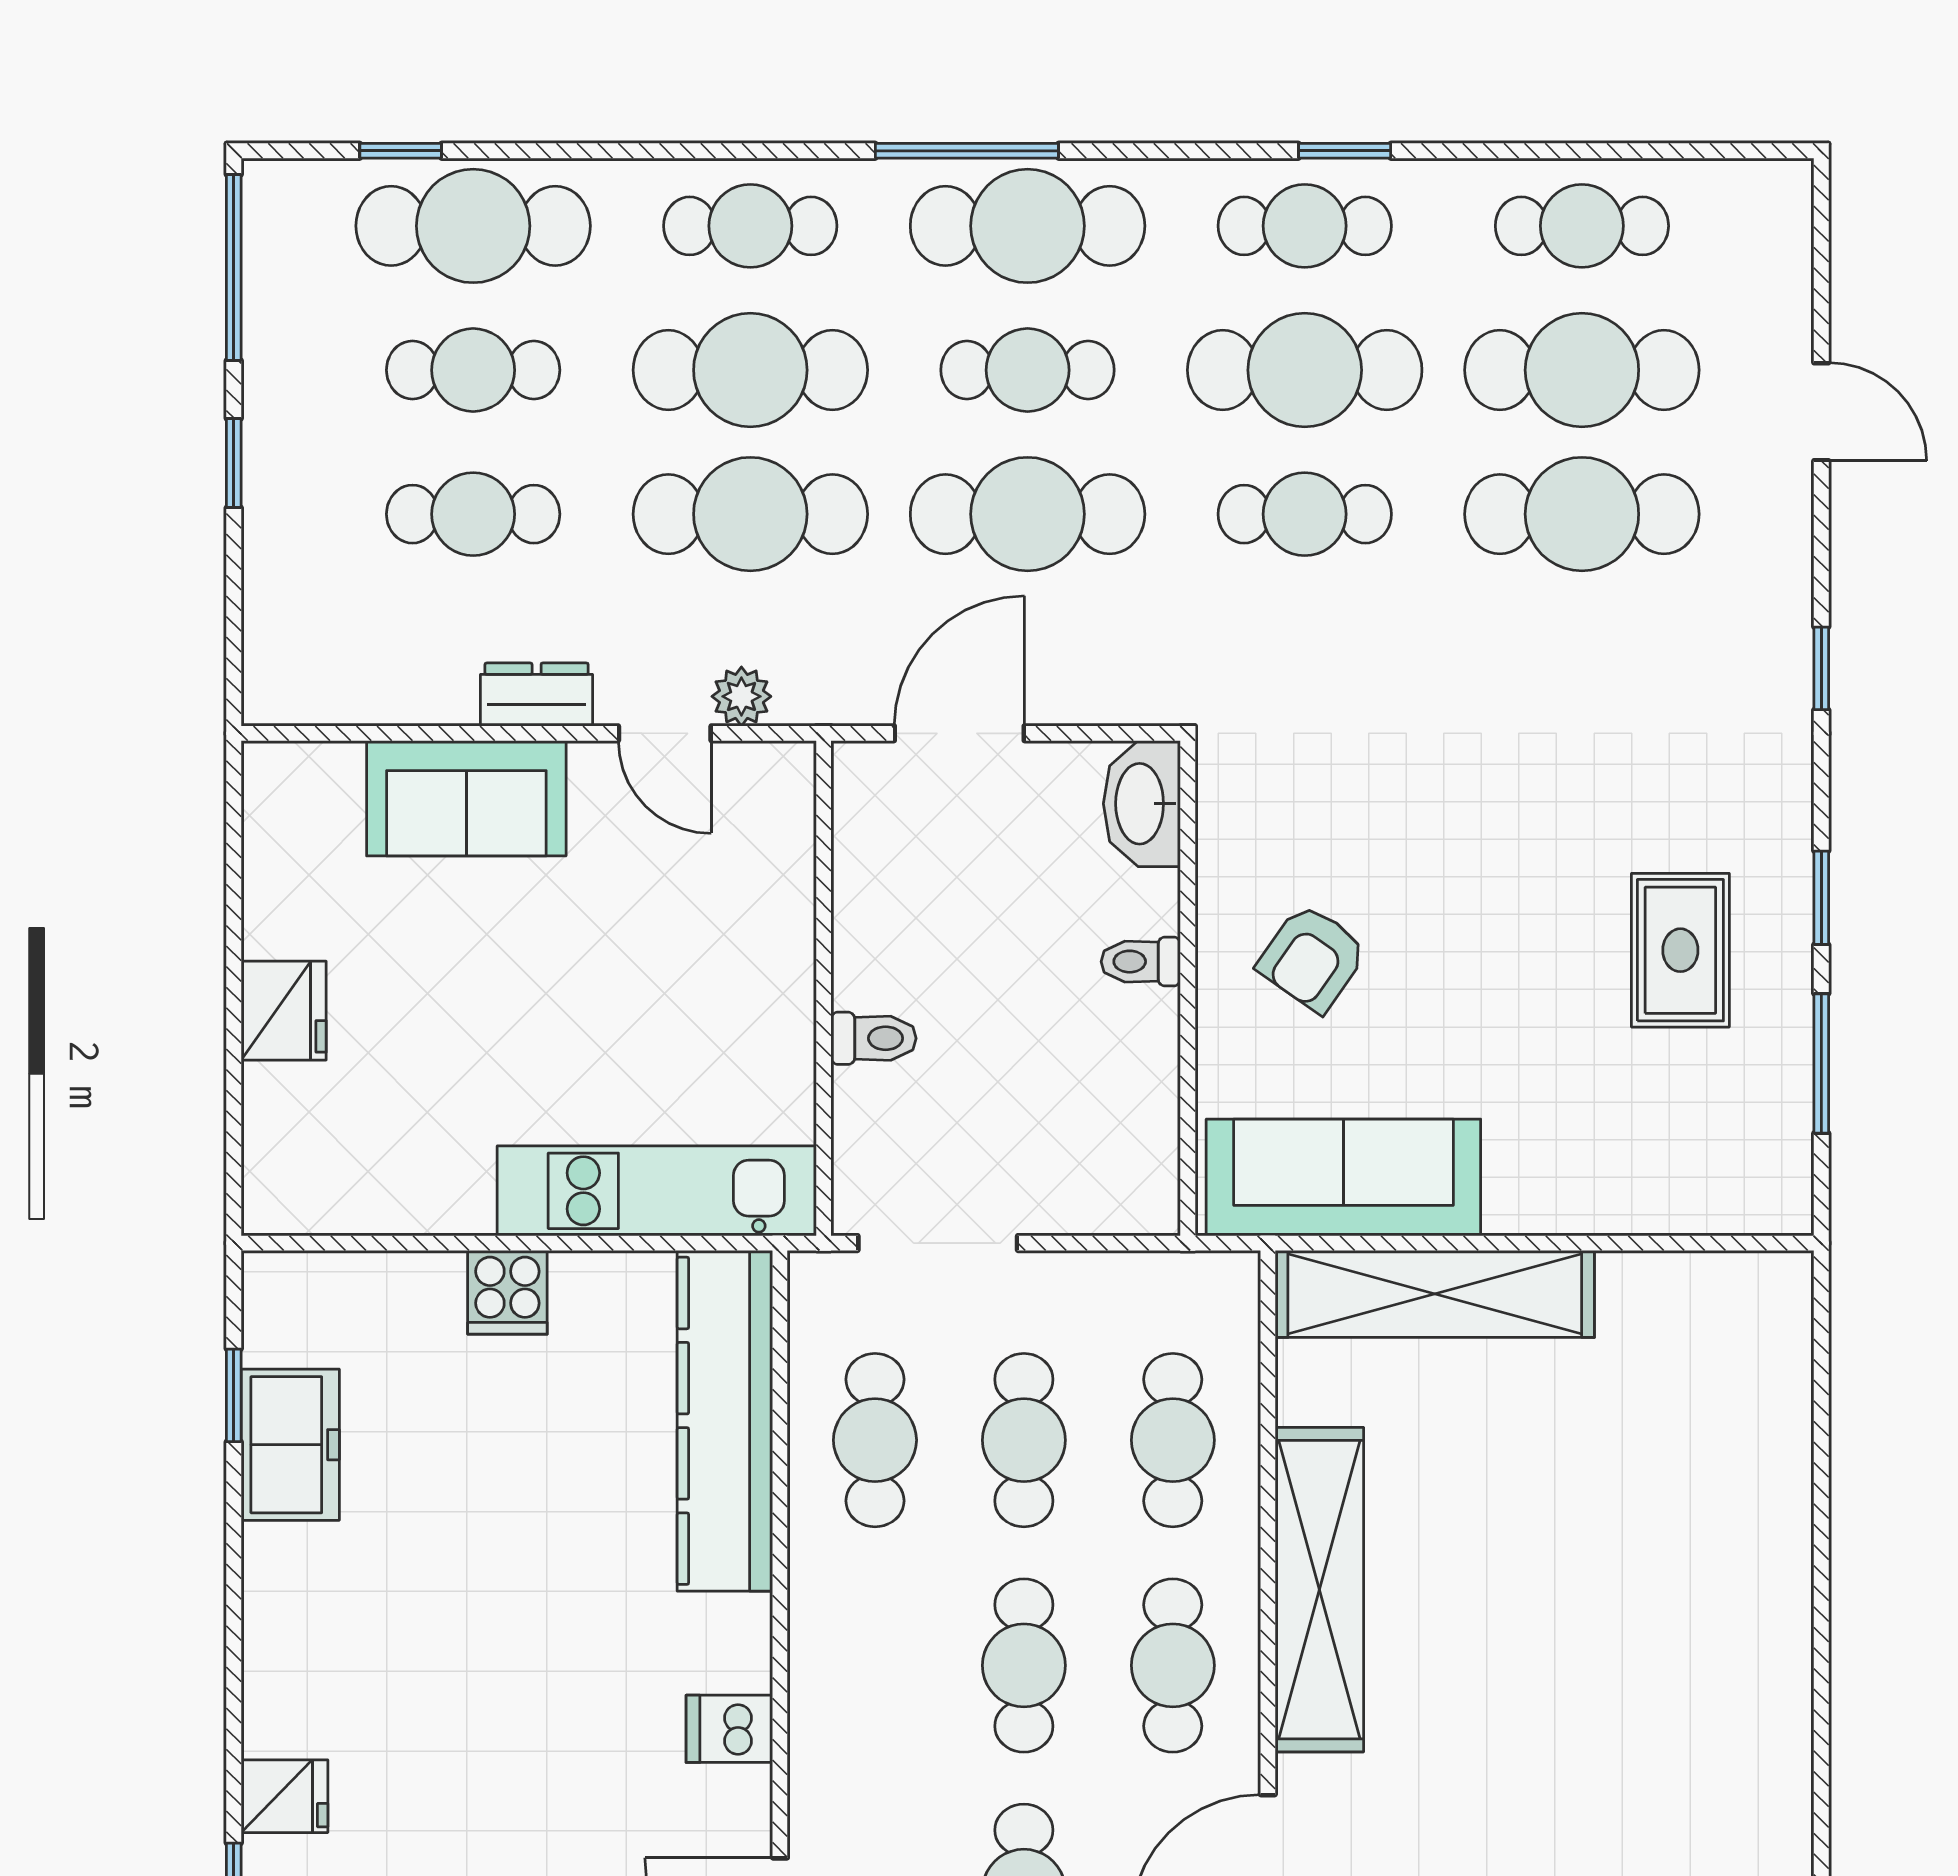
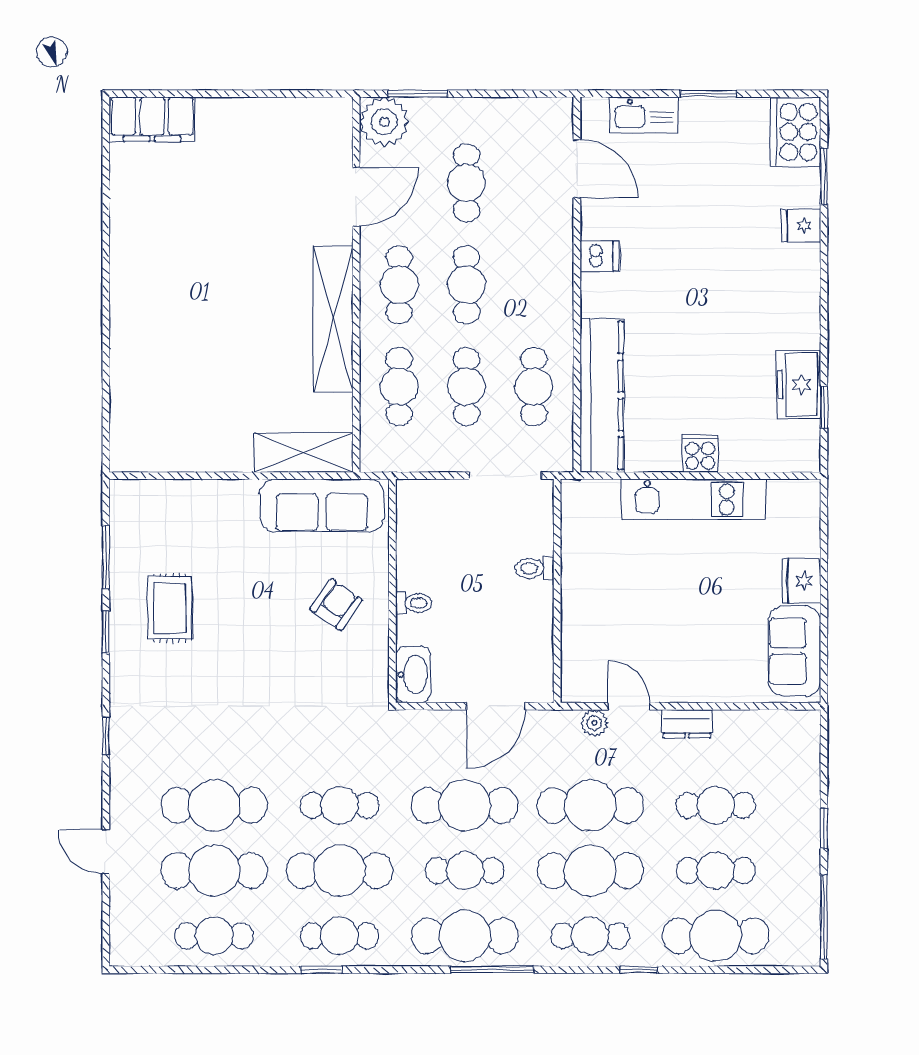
window: (401, 151) -> (639, 970), moved
sofa: (466, 798) -> (795, 651), moved, turned -90
kitchen unit: (657, 1191) -> (693, 499), moved
shelving: (1435, 1294) -> (304, 453), width x0.68

